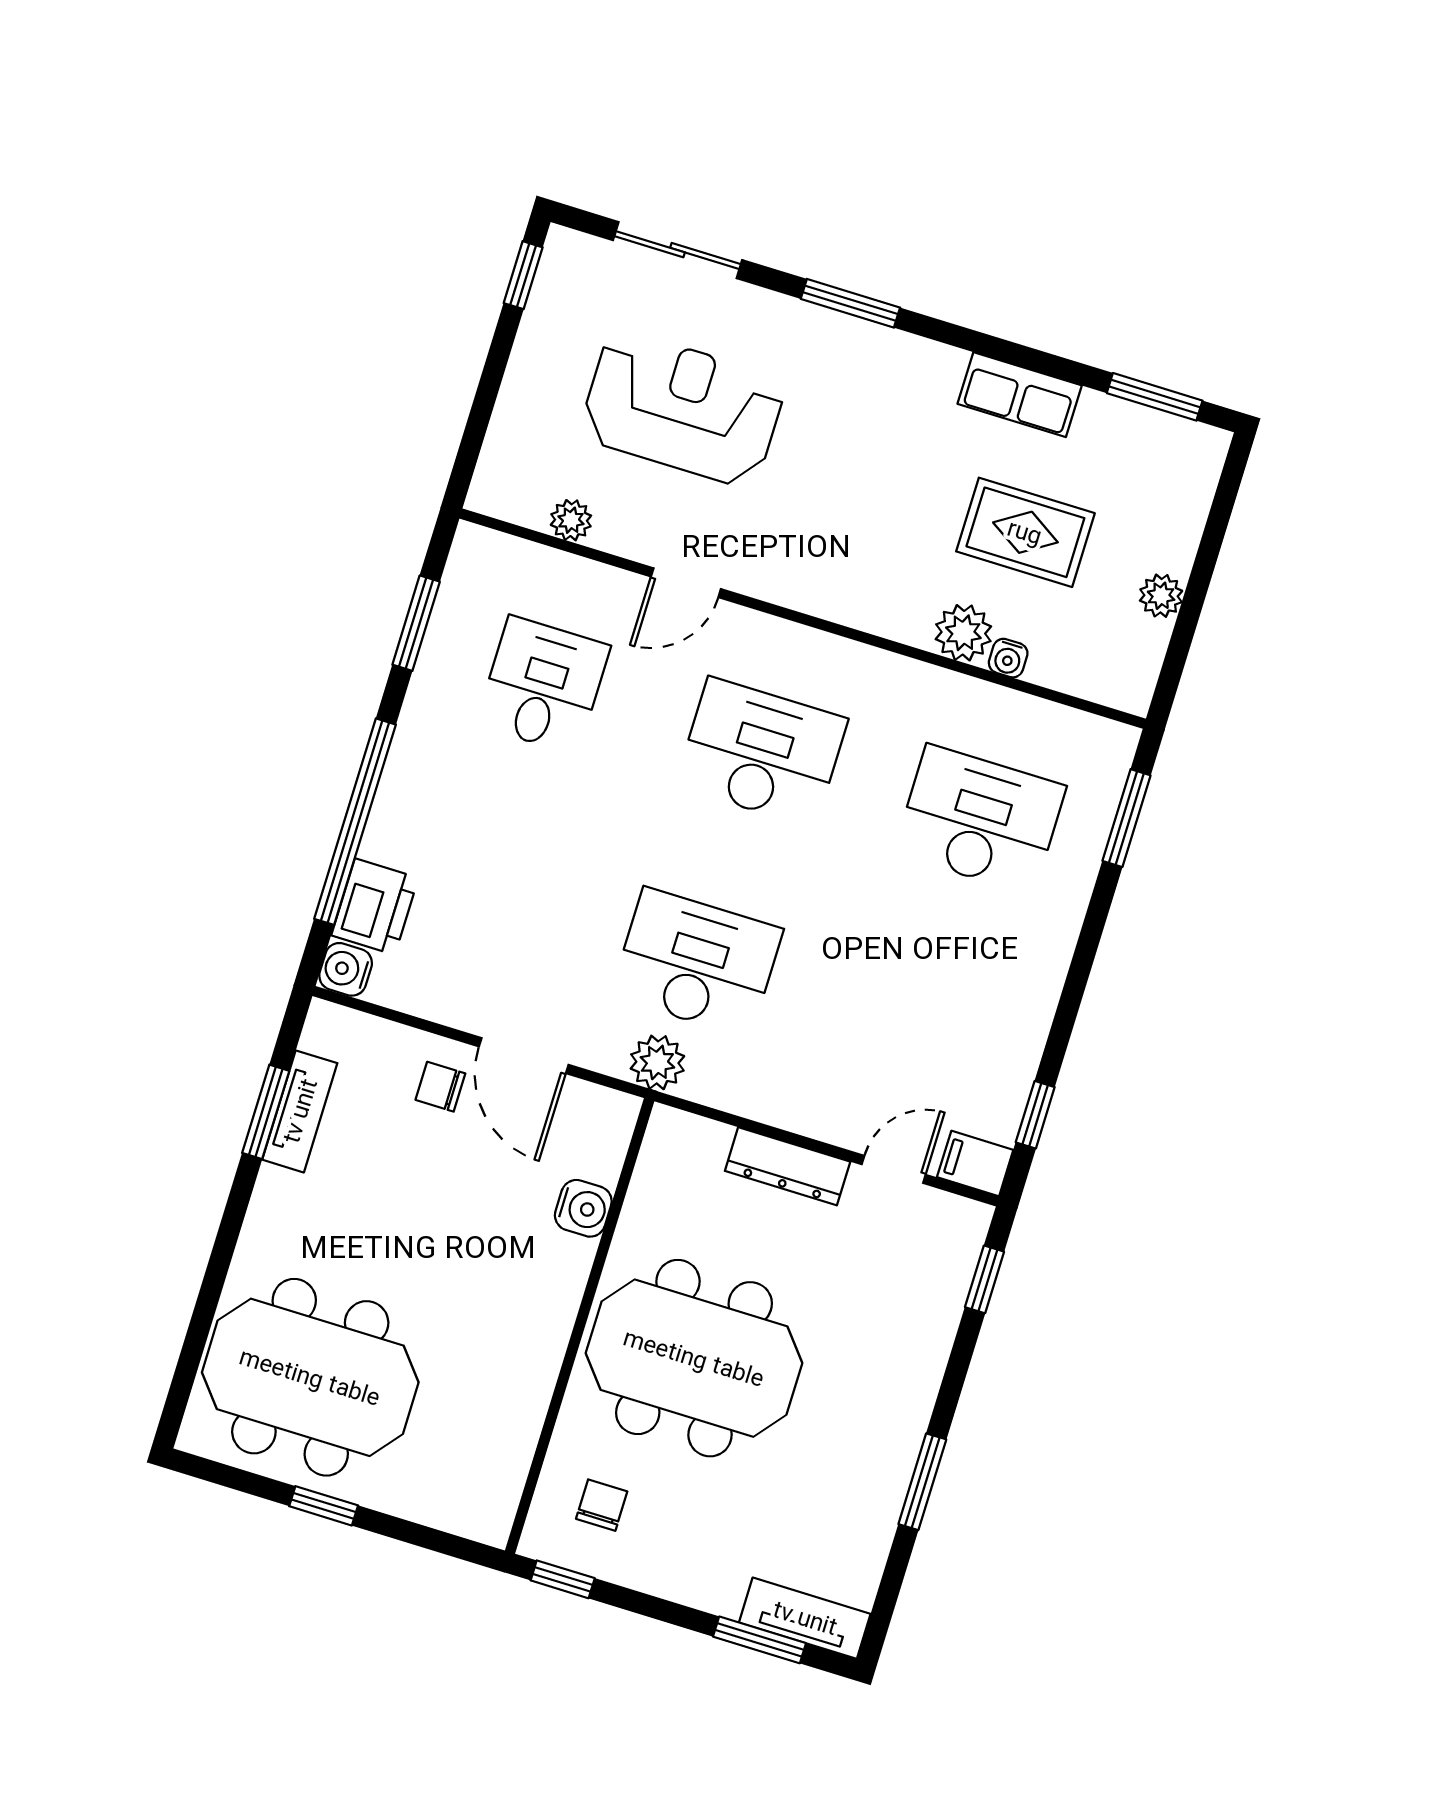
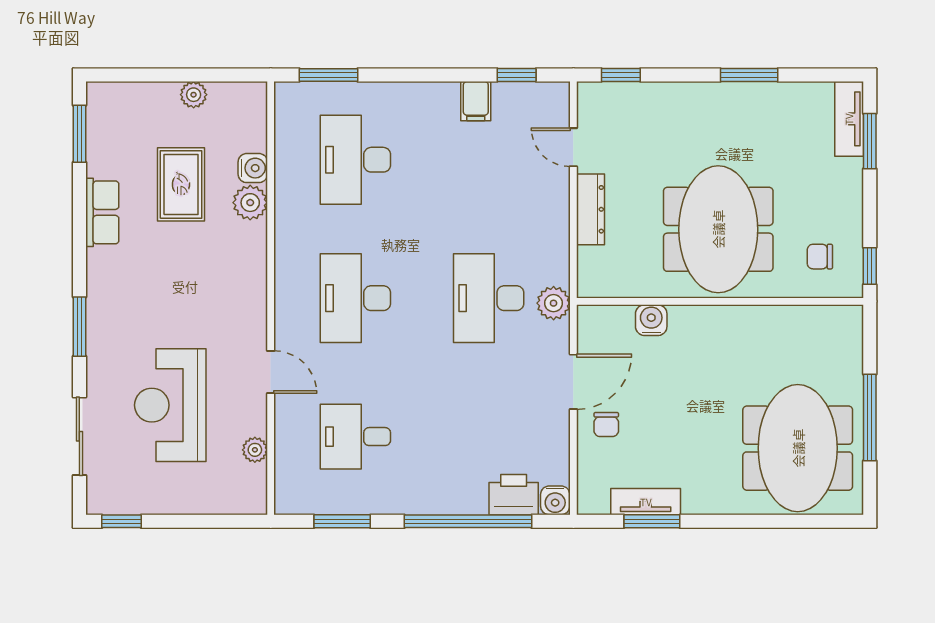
water cooler: (1008, 658) -> (253, 168), width x1.38, depth x1.38
filing cabinet: (975, 1164) -> (476, 101), moved
window: (324, 1506) -> (870, 417), width x2.17

